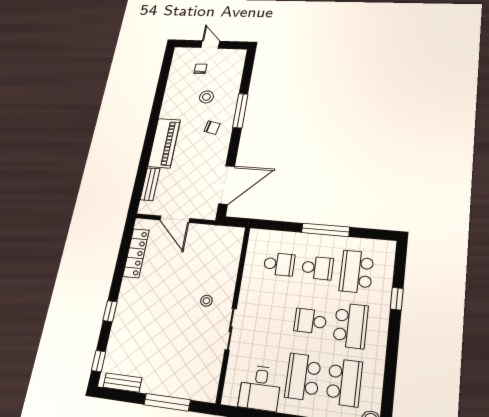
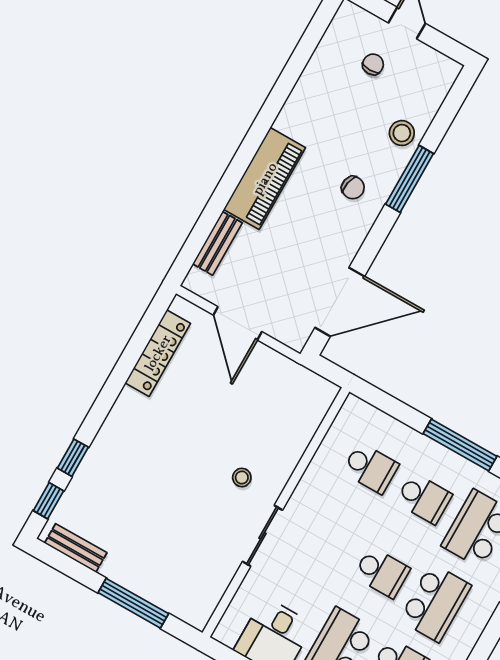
stool: (206, 97) -> (402, 133), moved
window: (110, 311) -> (73, 458), moved
school desk: (310, 321) -> (382, 572), turned 180

